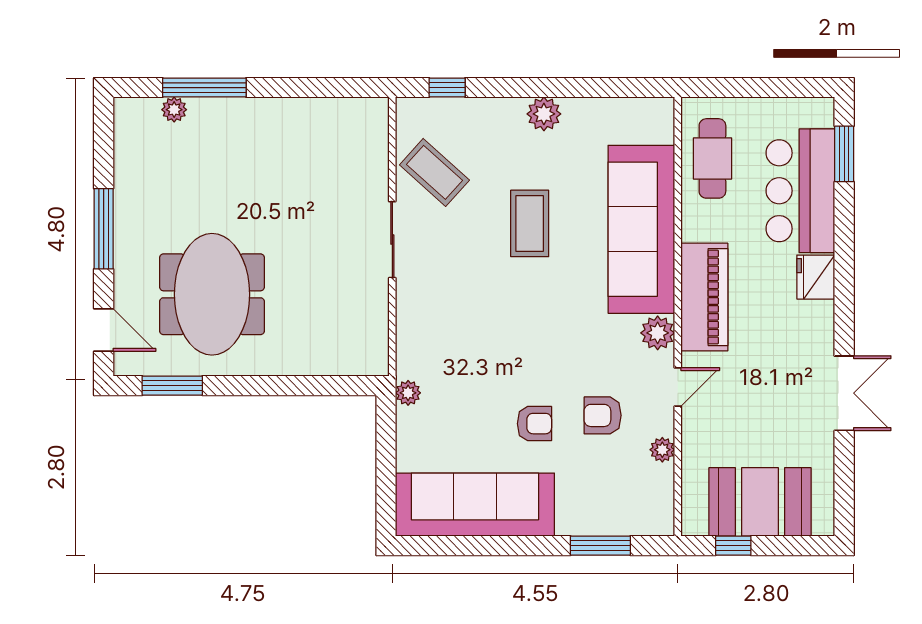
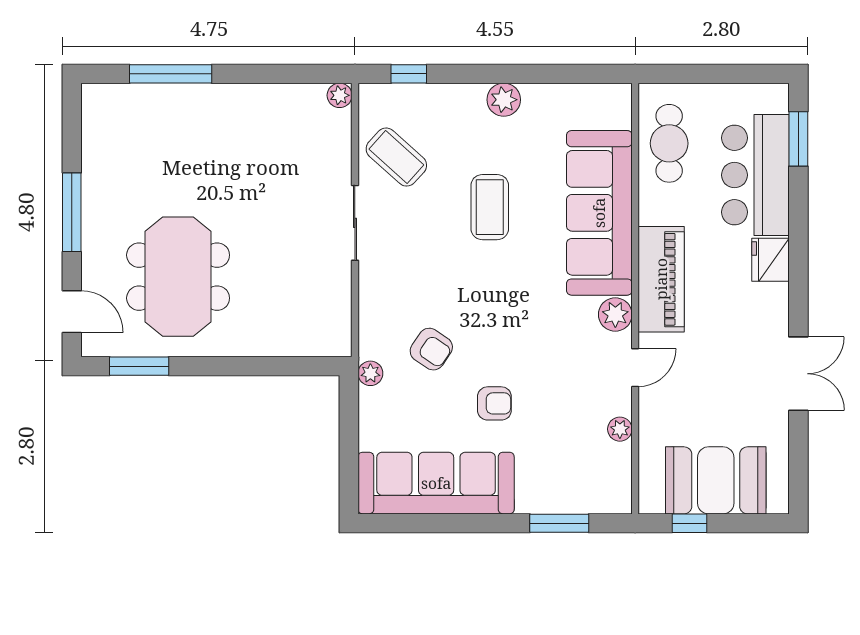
plant: (174, 110) -> (340, 95), moved
armchair: (603, 415) -> (431, 349), moved, turned -146

